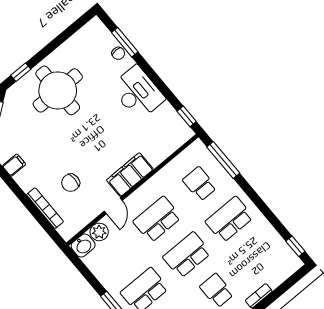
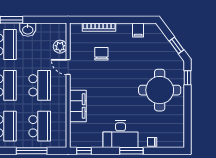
window: (125, 42) -> (131, 151), moved
window: (223, 160) -> (32, 151), moved
filing cabinet: (130, 175) -> (78, 106), moved
school desk: (200, 184) -> (40, 126), width x1.85
washbasin: (83, 246) -> (28, 30), moved, turned -90

